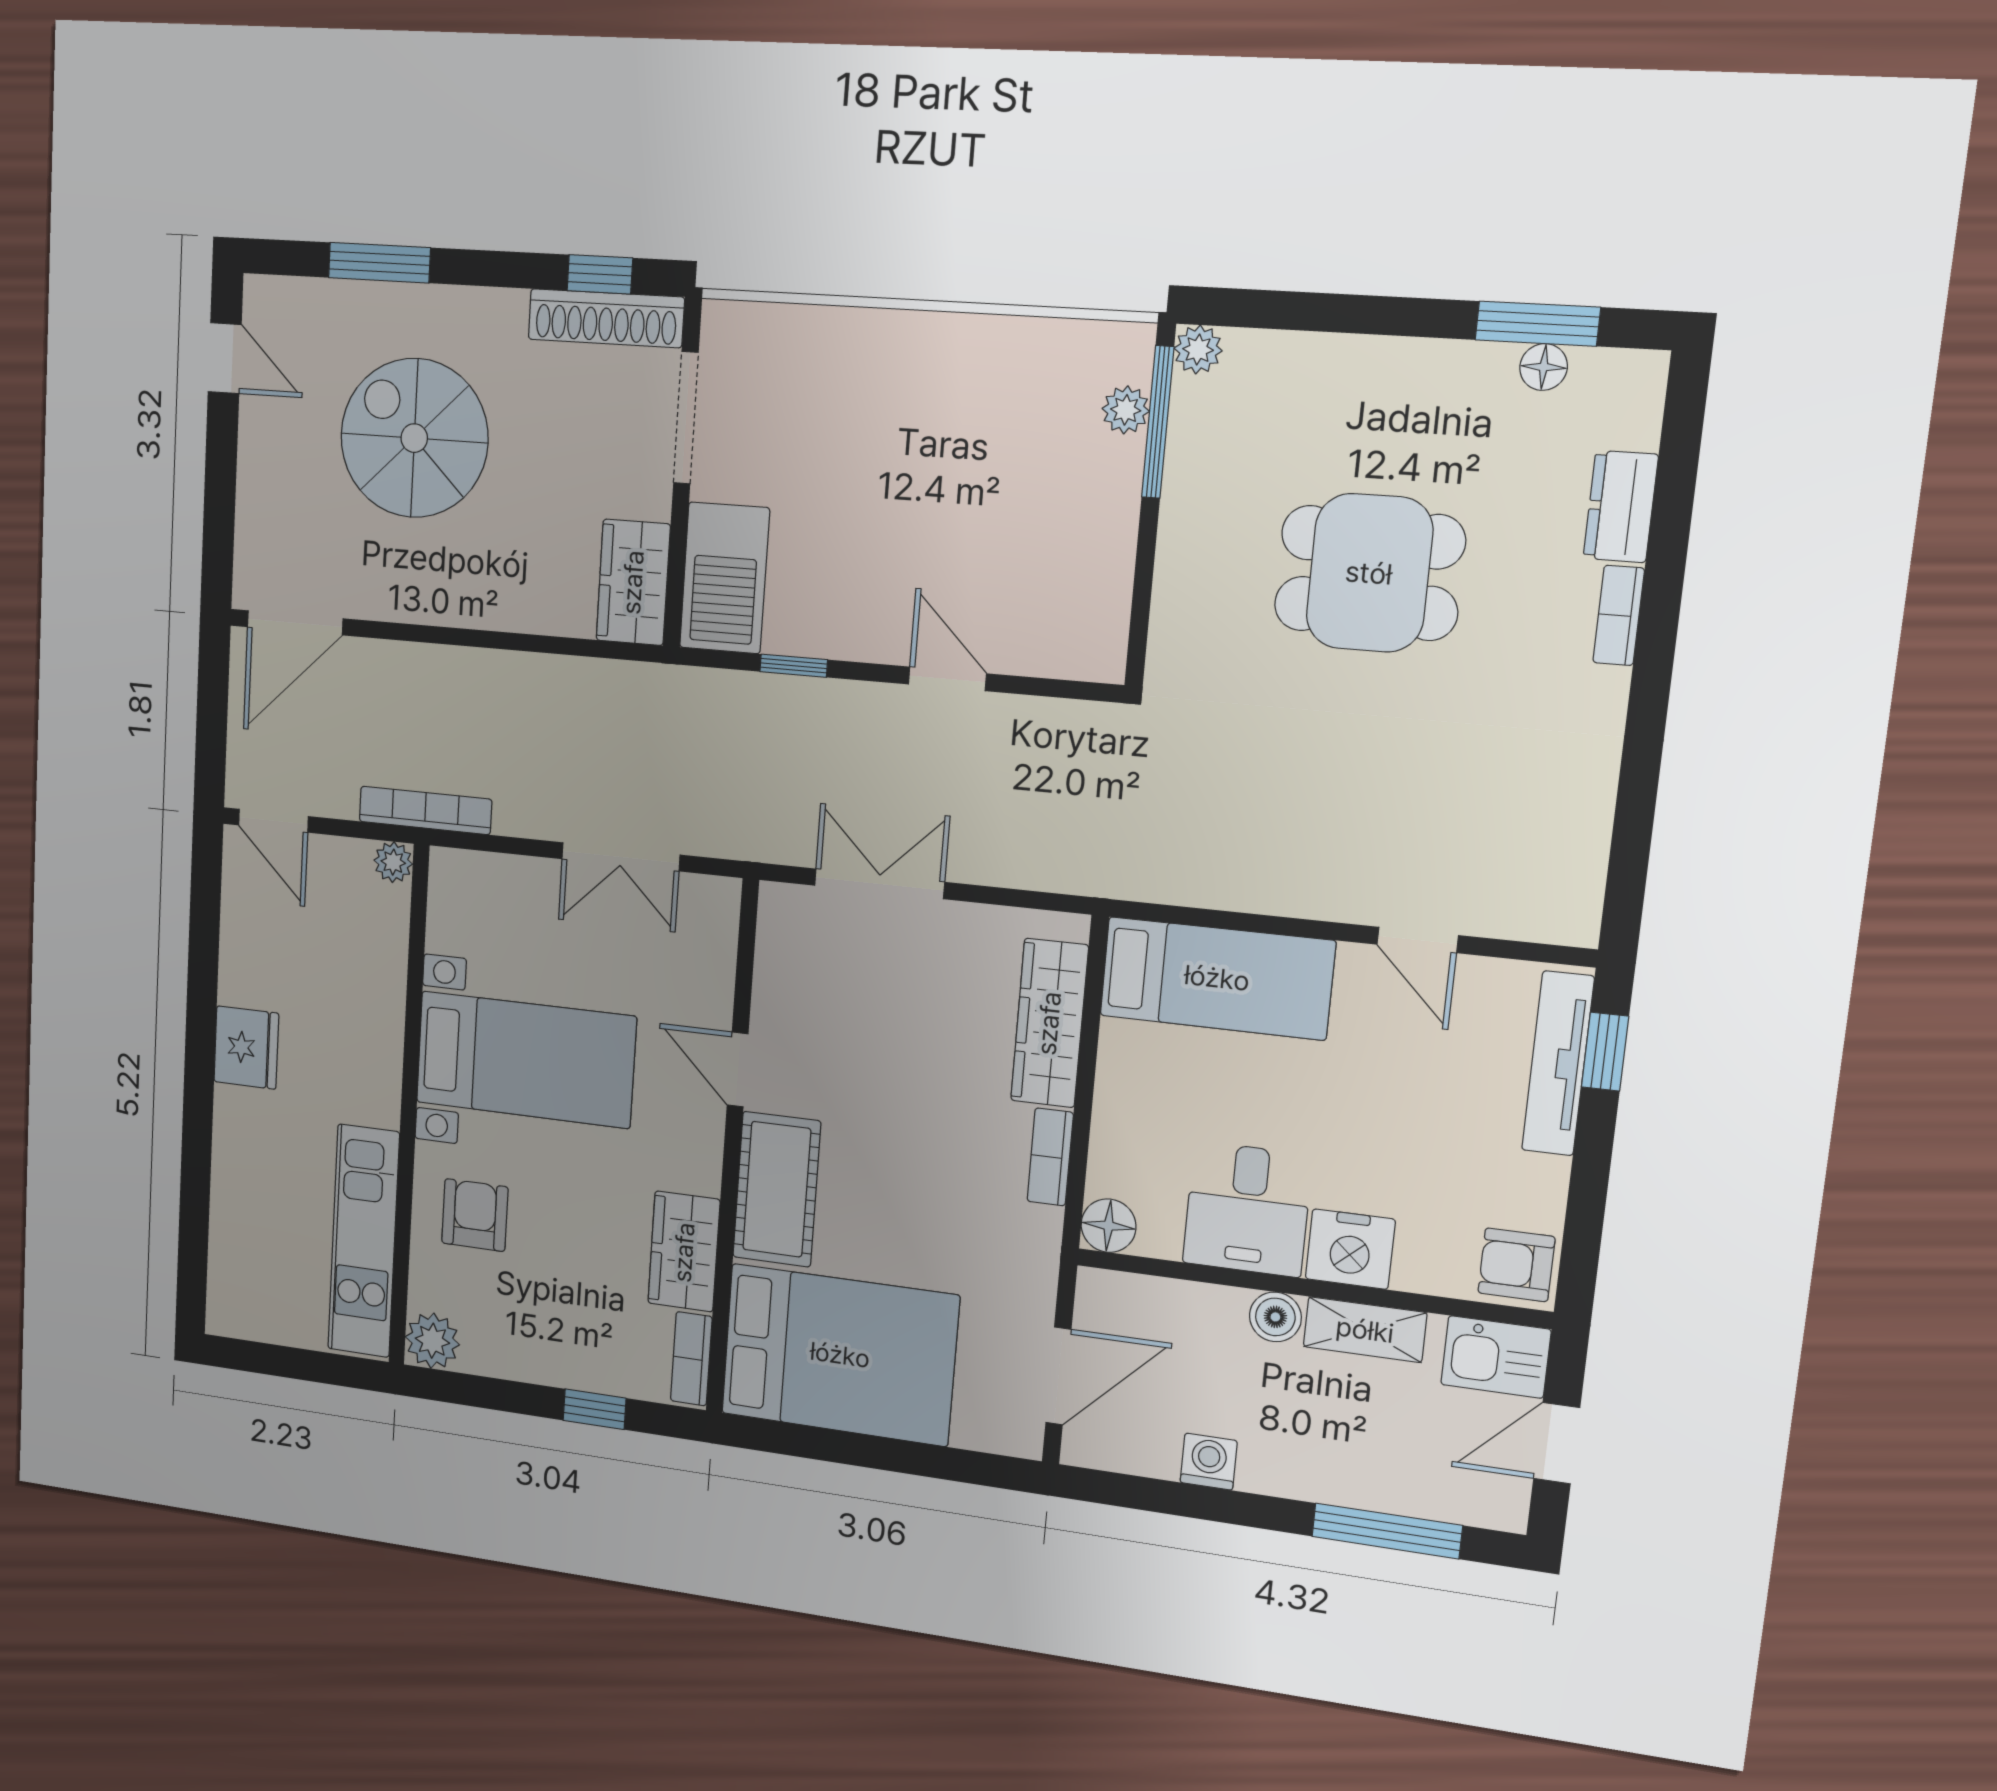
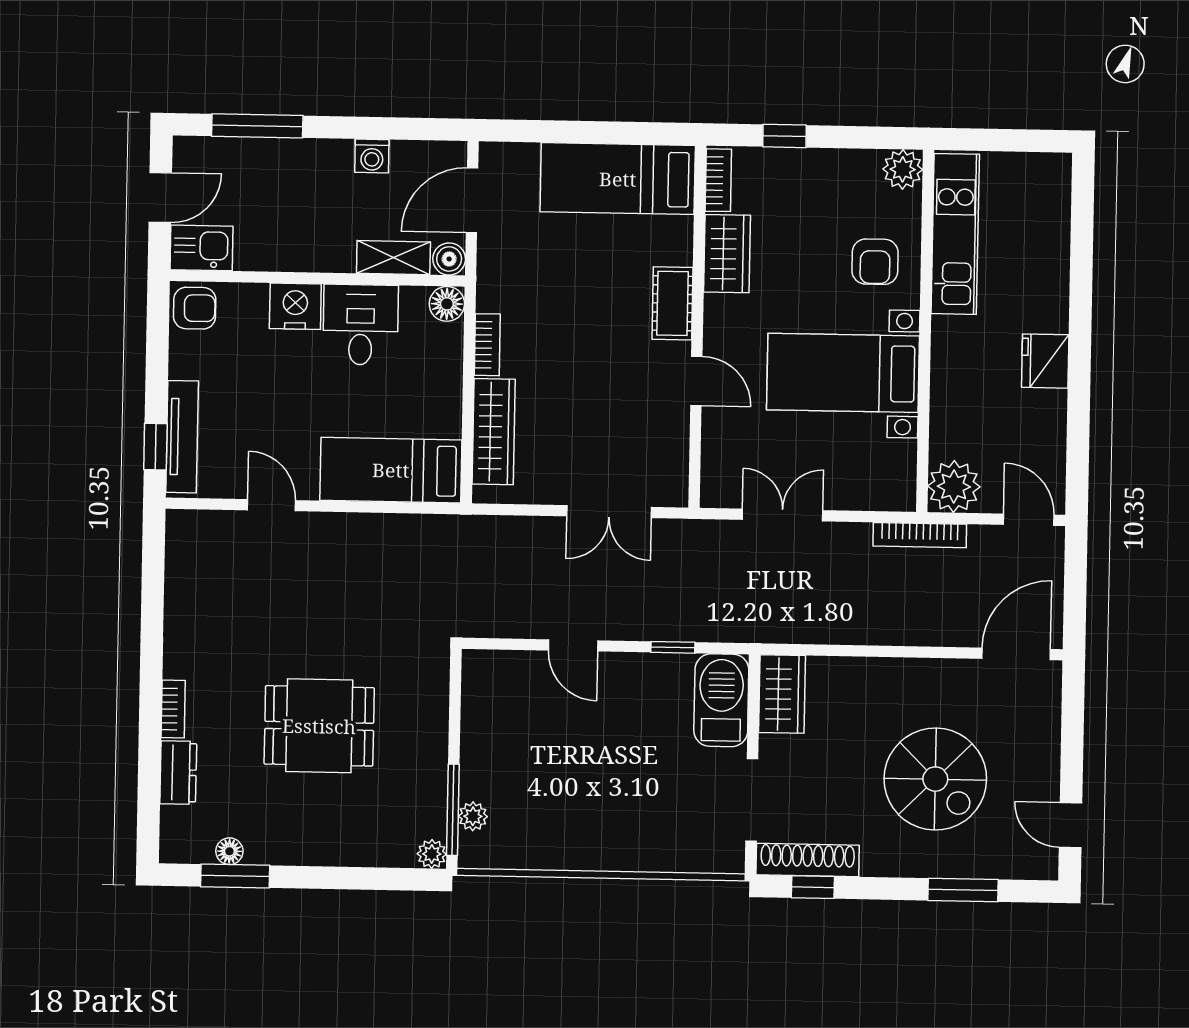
plant: (393, 862) -> (954, 486), width x1.88, depth x1.88
cot: (777, 1189) -> (672, 303), width x0.73, depth x0.75
boiler: (1275, 1317) -> (449, 259), moved
shelving: (1365, 1330) -> (393, 258), moved
bed: (840, 1355) -> (618, 179), width x0.67

